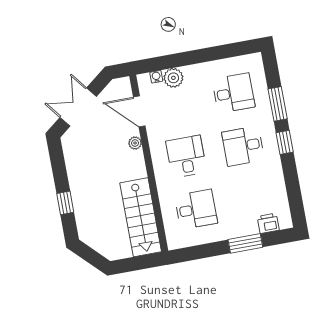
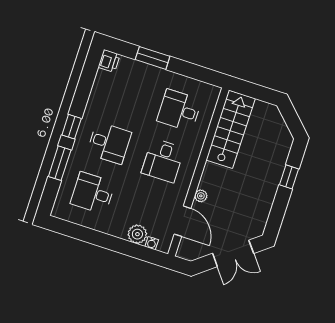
printer: (268, 223) -> (109, 61), moved, turned -90

